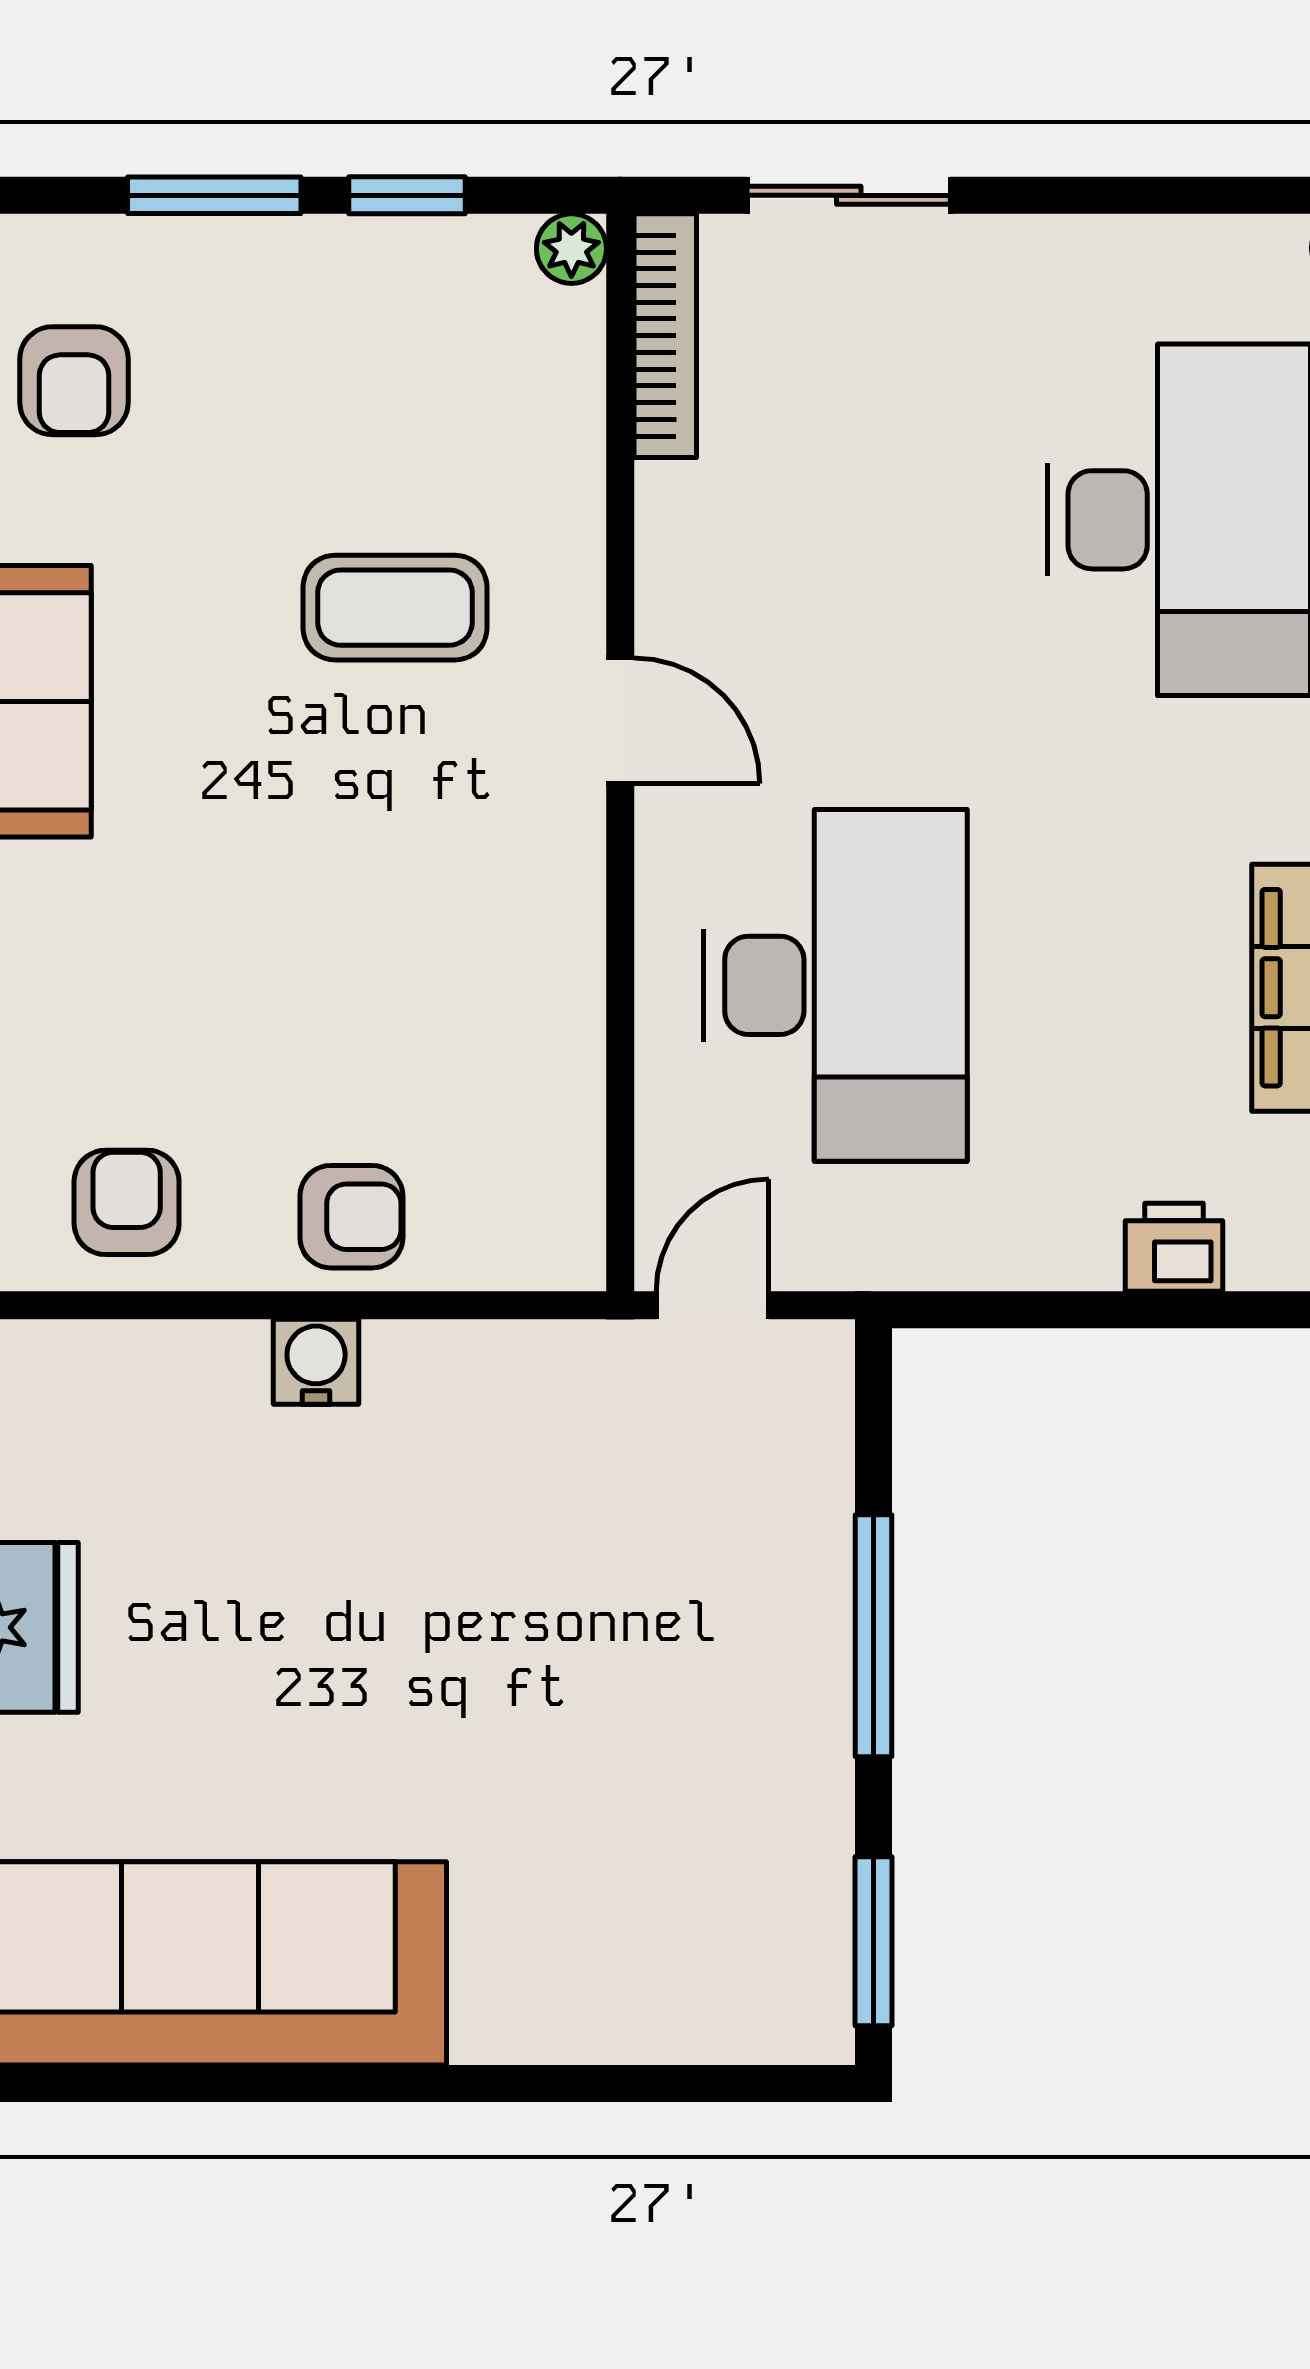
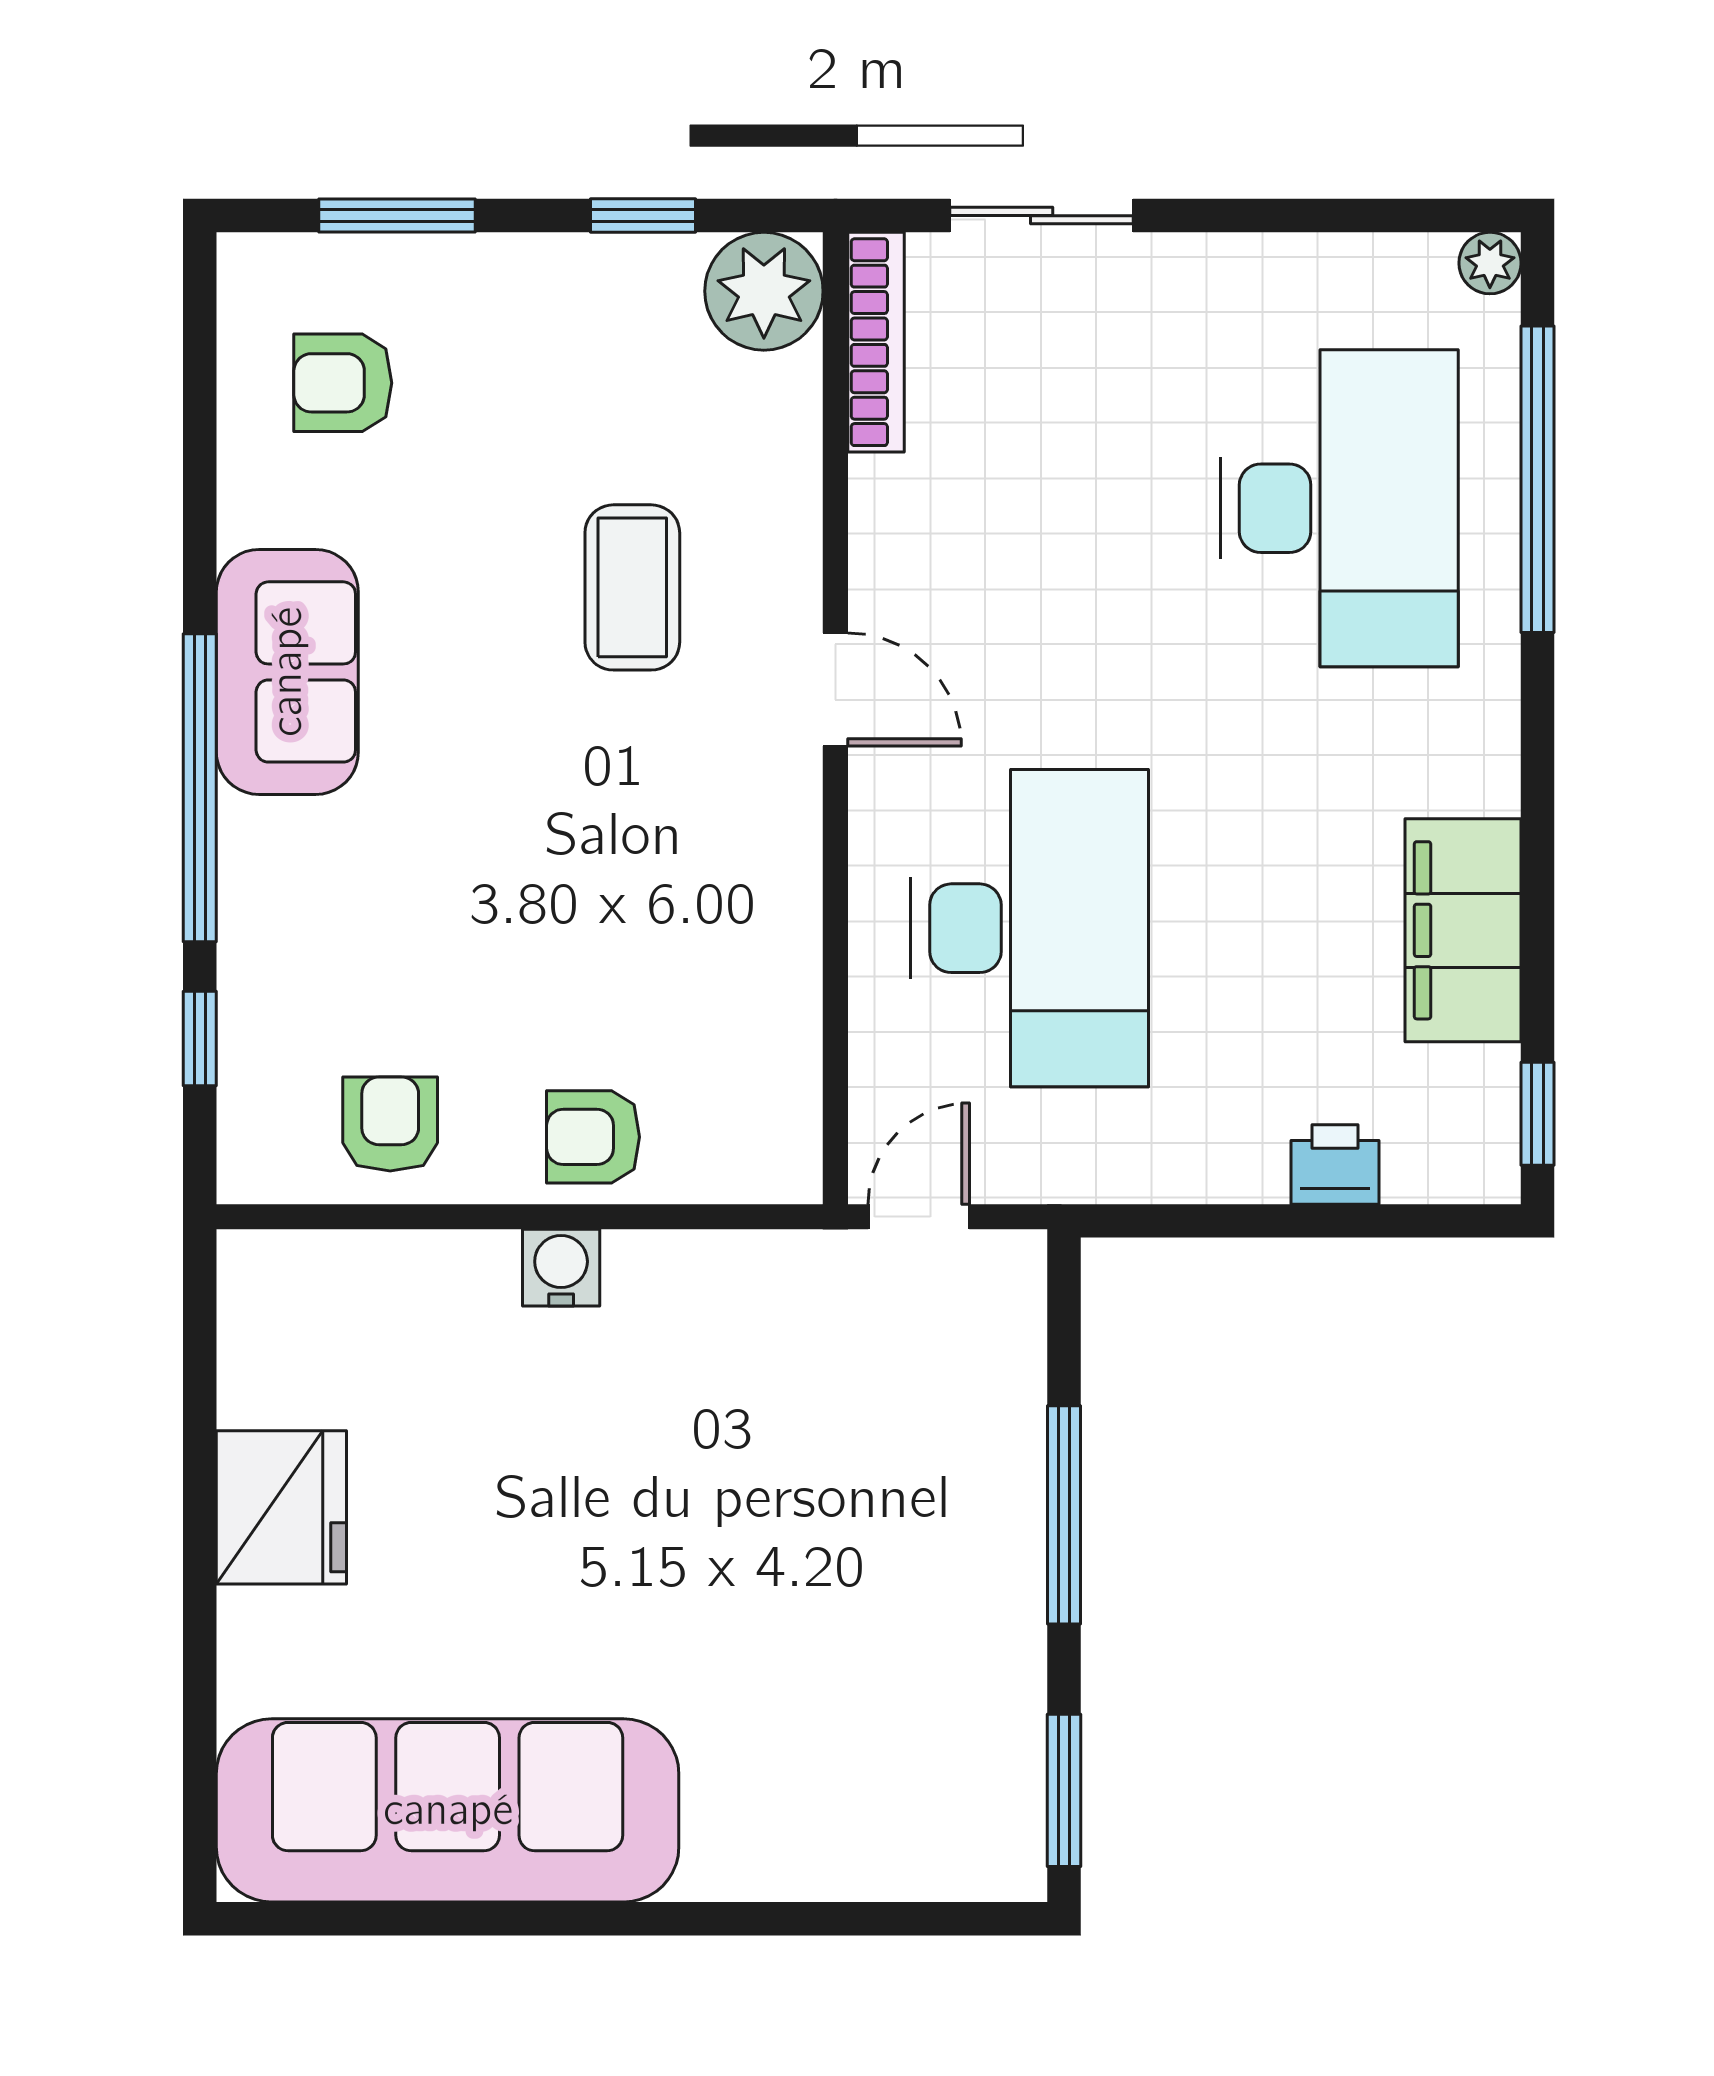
window: (214, 195) -> (397, 216), moved
plant: (571, 249) -> (764, 291), width x1.88, depth x1.88
armchair: (74, 381) -> (343, 383), turned 90
coffee table: (395, 608) -> (632, 587), turned 90
armchair: (351, 1217) -> (593, 1137), turned 180

